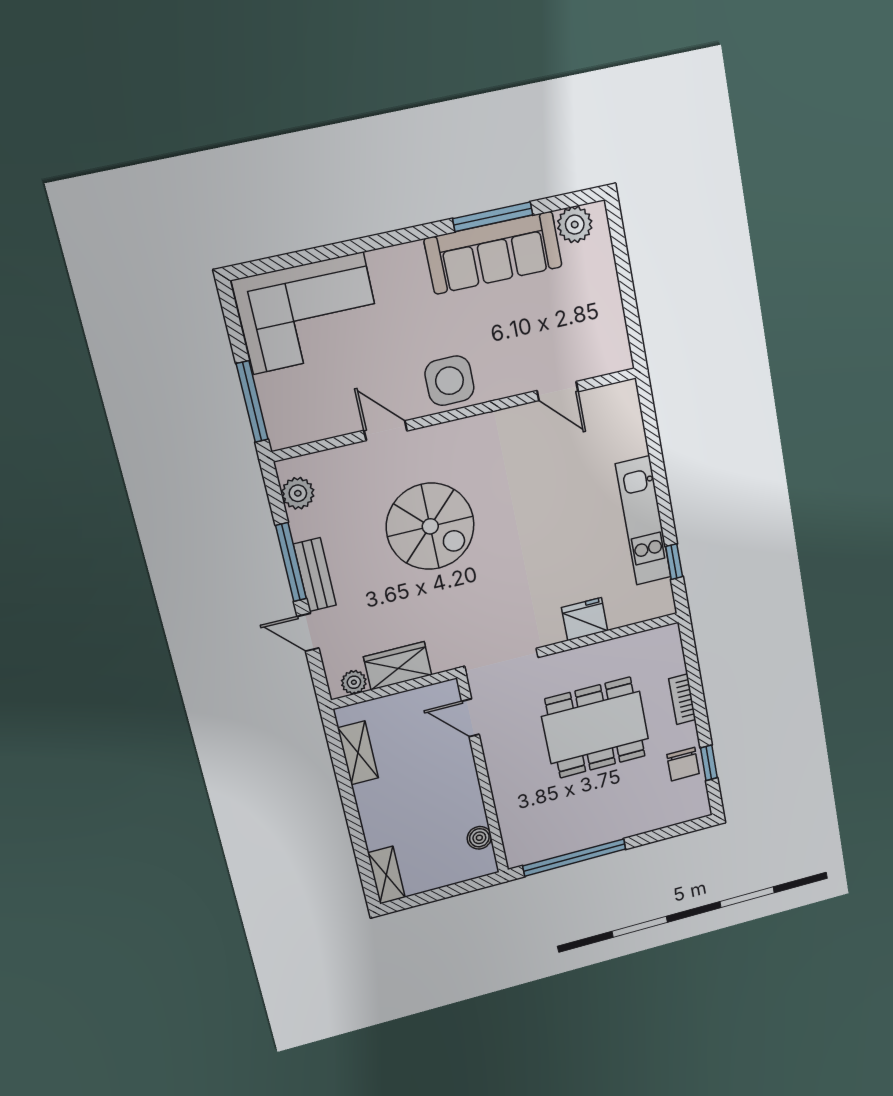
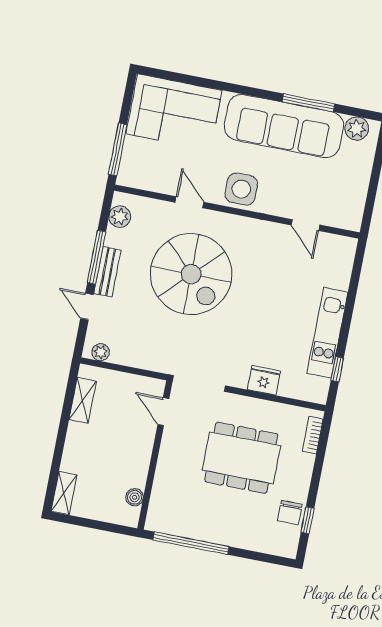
sofa: (493, 253) -> (284, 126), width x1.36, depth x1.27
spiral stairs: (430, 526) -> (191, 274), width x1.37, depth x1.37
wardrobe: (398, 666) -> (132, 355), removed
bookcase: (682, 699) -> (313, 435), moved

